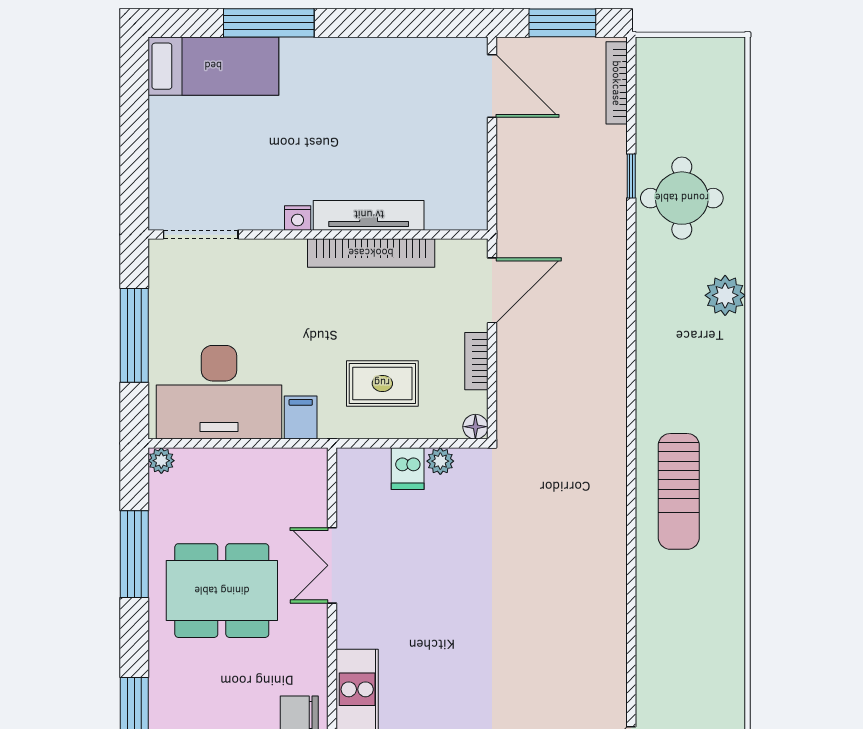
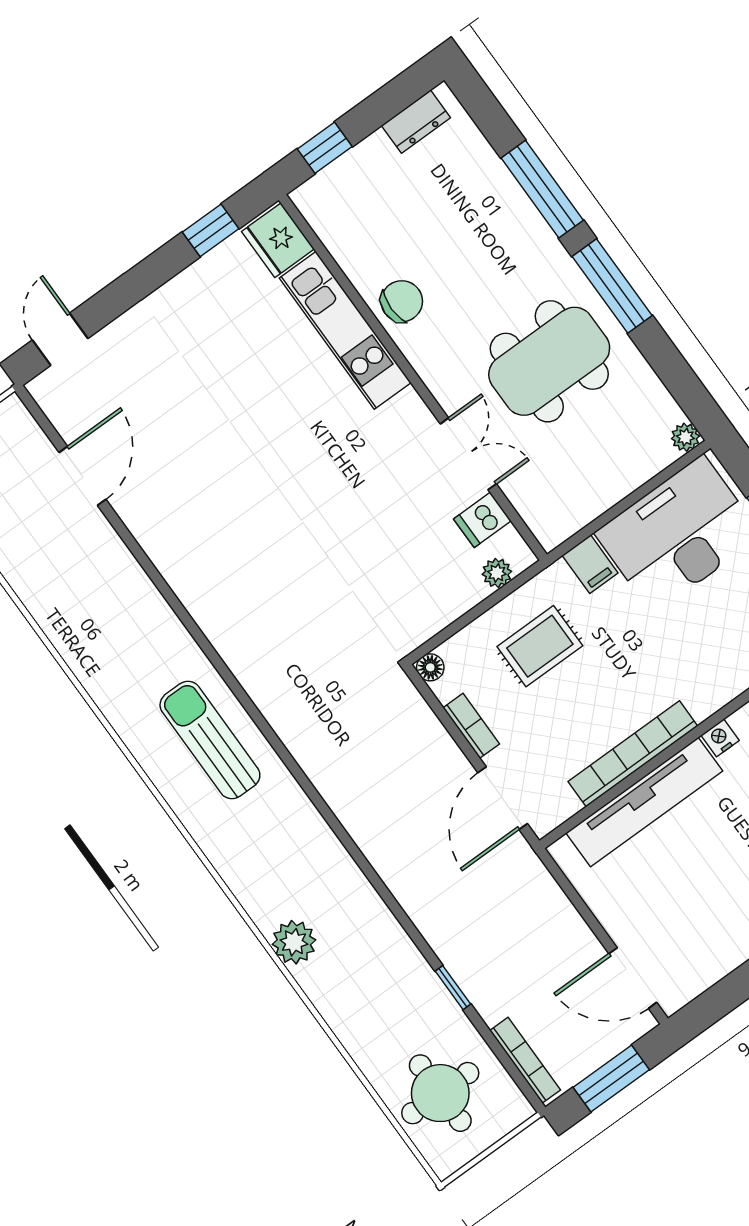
round table: (682, 198) -> (440, 1093), moved
tv unit: (369, 215) -> (644, 802), width x1.36, depth x1.29
plant: (440, 461) -> (497, 573), moved
dishwasher: (408, 469) -> (482, 520), moved, turned -90
window: (134, 554) -> (612, 286), moved

